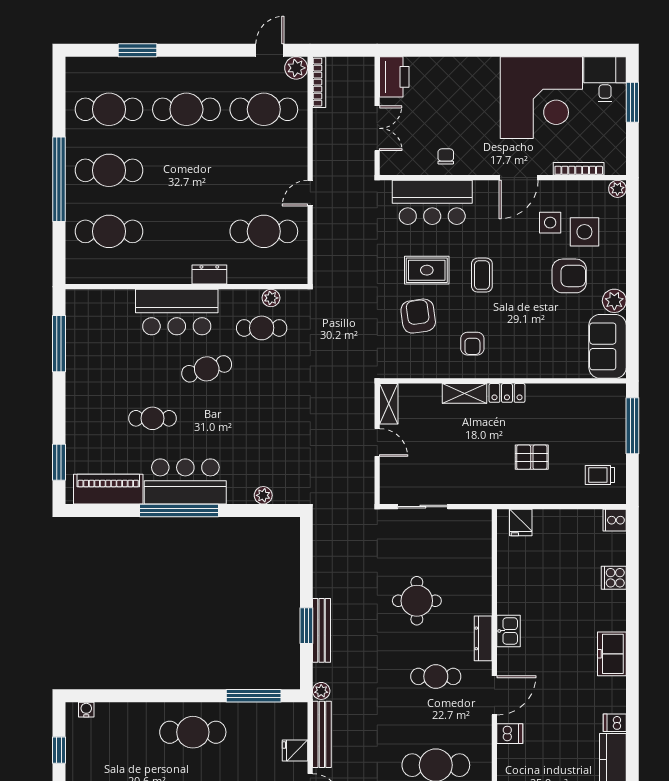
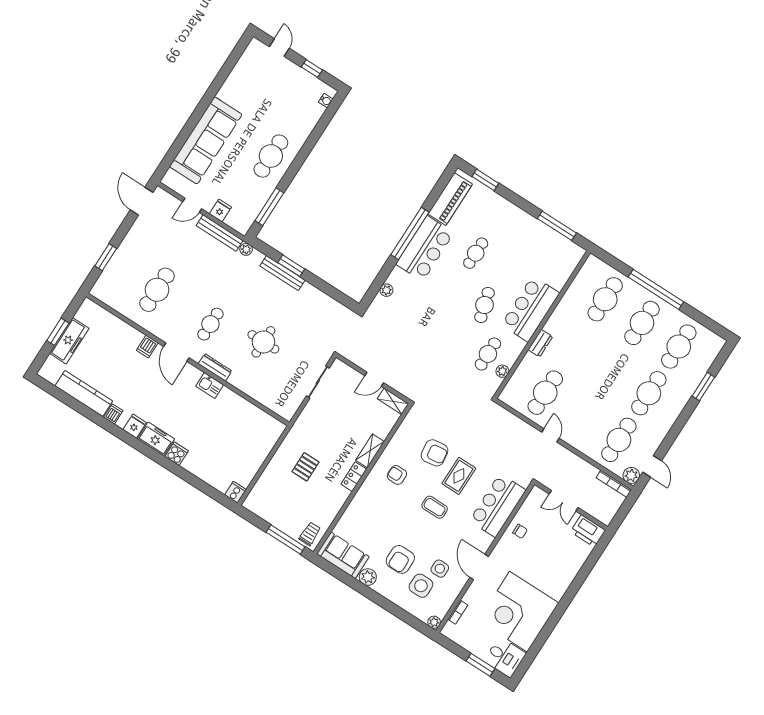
bookcase: (579, 169) -> (458, 612), width x0.64
trolley: (600, 475) -> (310, 534), moved
fridge: (521, 523) -> (135, 426), moved, turned 90
cooker: (614, 578) -> (177, 454), moved

